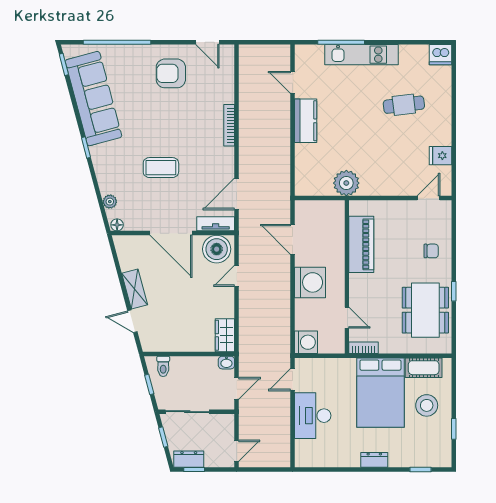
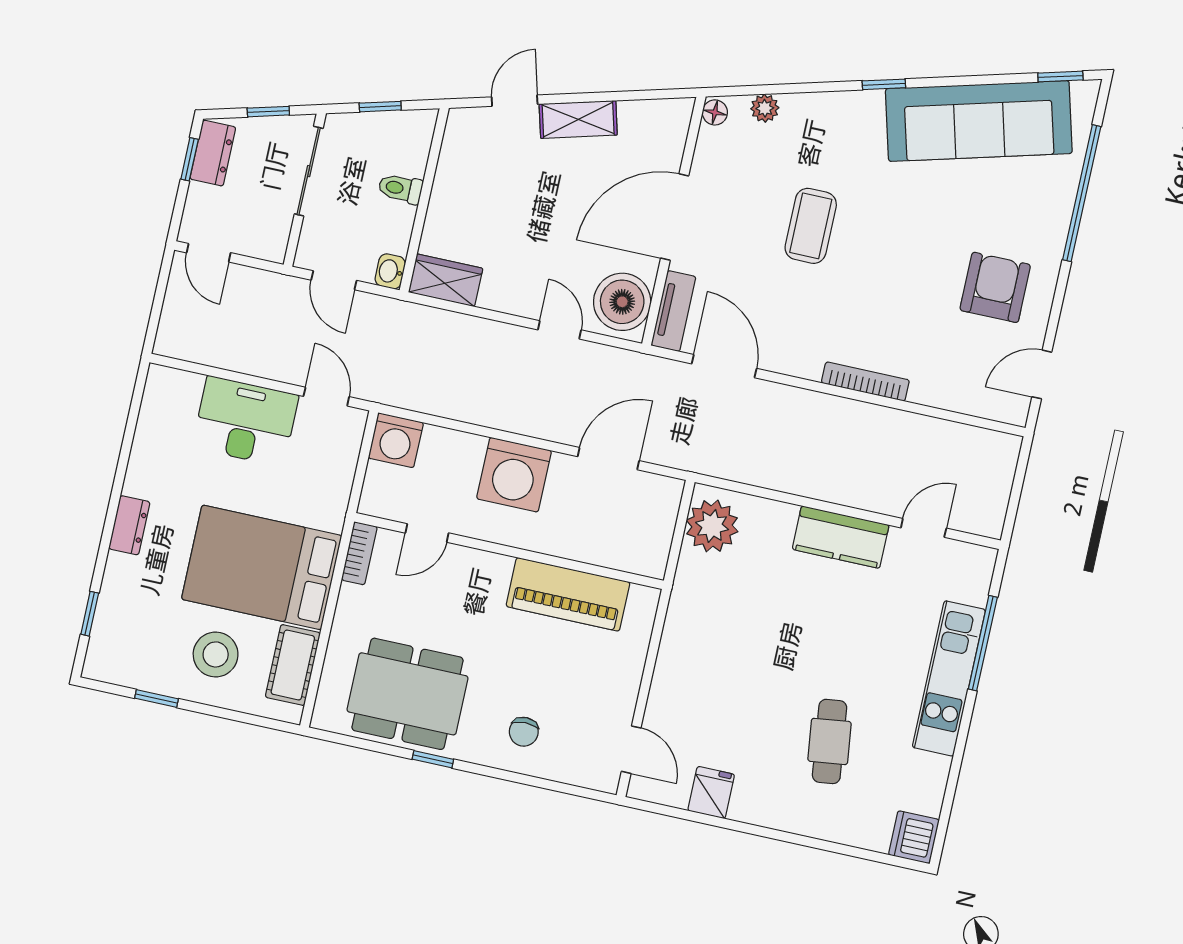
plant: (346, 183) -> (712, 526), moved
toilet: (163, 366) -> (400, 189), moved

